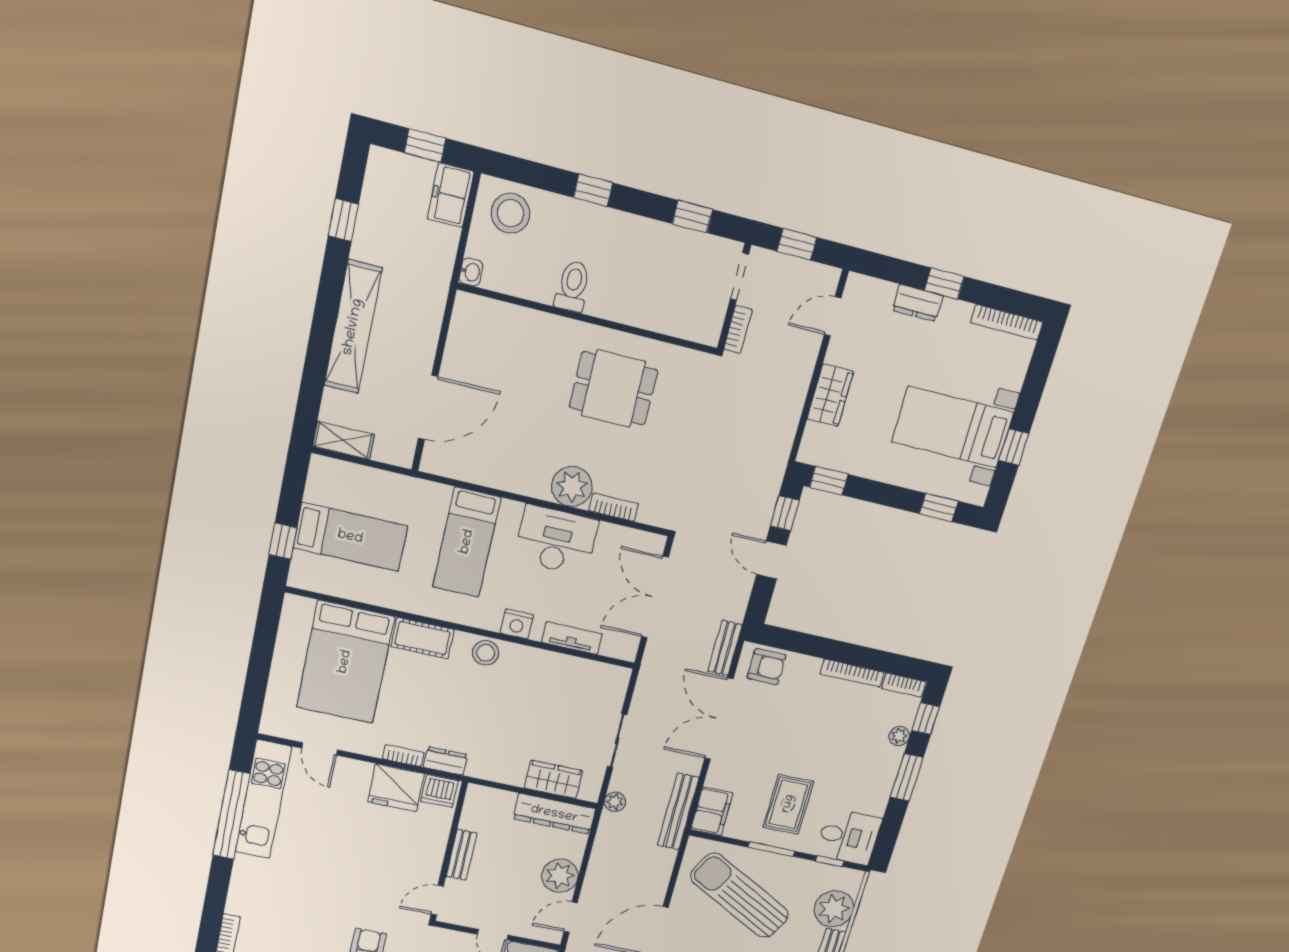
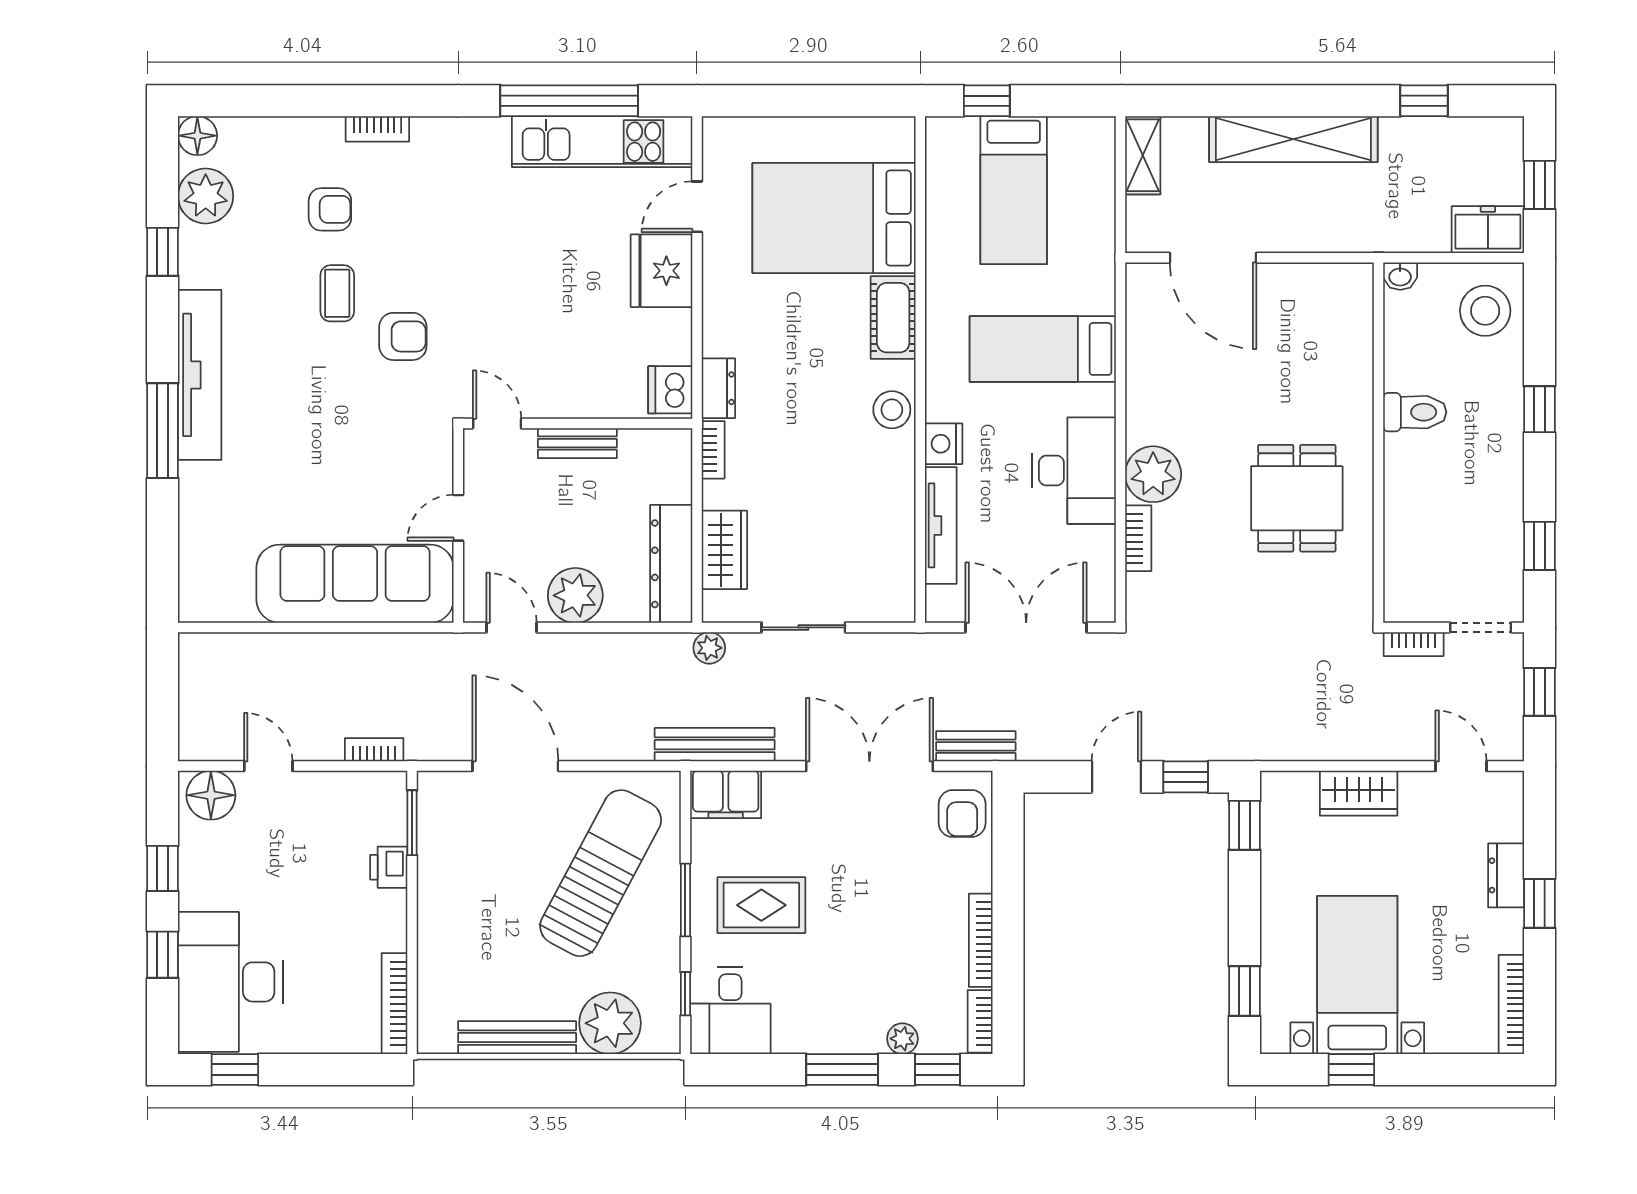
tv unit: (572, 638) -> (941, 525), width x1.41
bookcase: (403, 756) -> (713, 450), moved
fridge: (396, 788) -> (662, 271), moved

